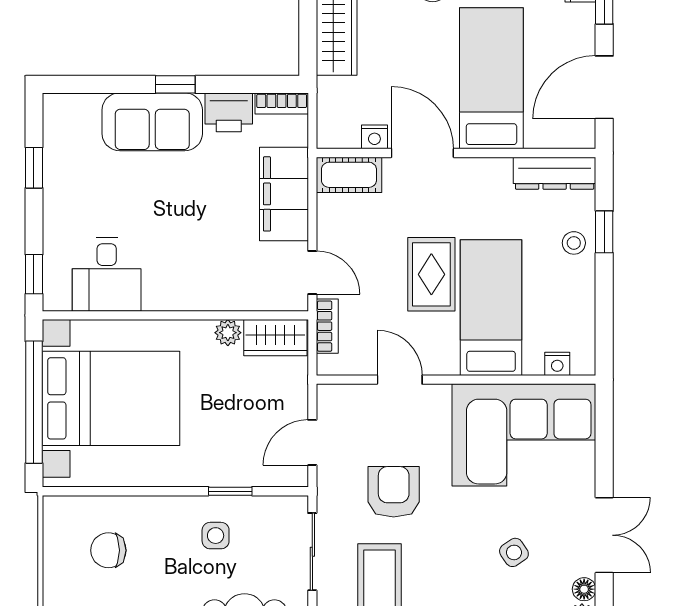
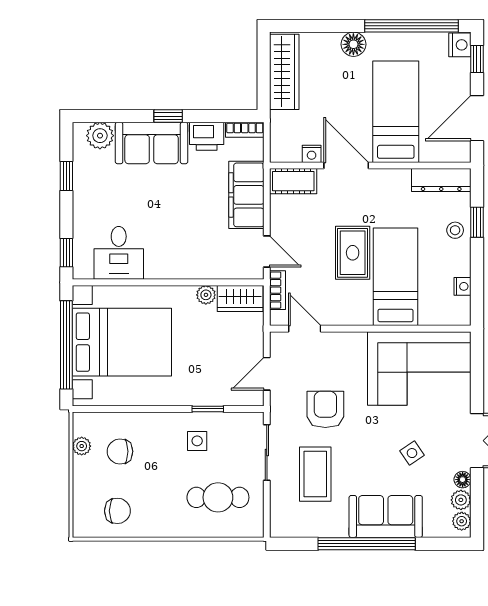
plant: (81, 112) -> (100, 136), added
nightstand: (557, 364) -> (462, 286), moved, turned -90
door: (400, 380) -> (305, 329), moved
plant: (55, 543) -> (82, 446), added

